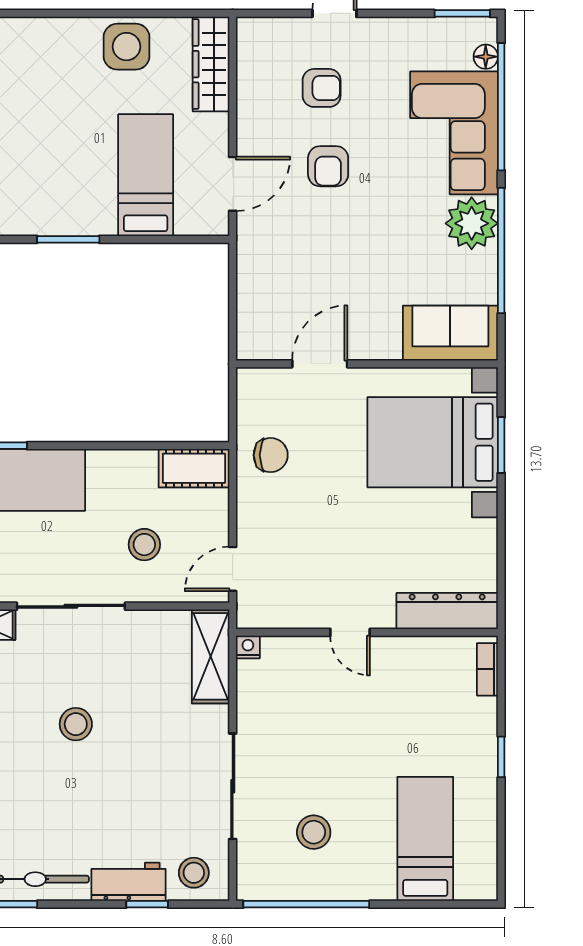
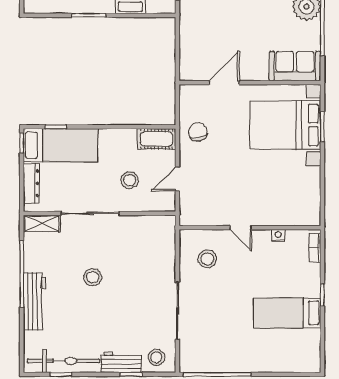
chair: (271, 455) -> (198, 132), turned -102
door: (233, 569) -> (177, 179), moved
dresser: (447, 611) -> (293, 216), removed
nightstand: (248, 647) -> (278, 235), moved
shelving: (211, 656) -> (165, 241), removed
stool: (314, 832) -> (207, 259), moved
bed: (425, 839) -> (287, 313), moved, turned -90

